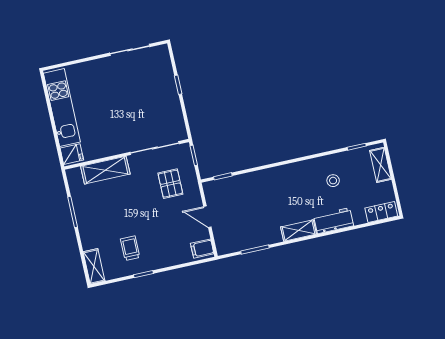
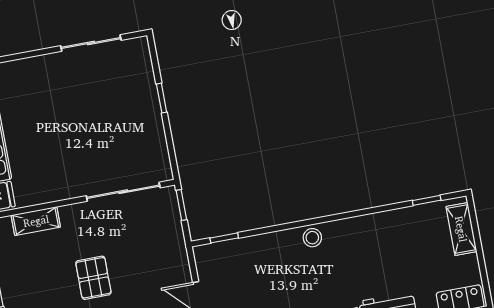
shelving: (105, 170) -> (36, 221), width x0.67, depth x0.75
stool: (333, 181) -> (312, 238), moved
pallet: (170, 184) -> (93, 278), moved

